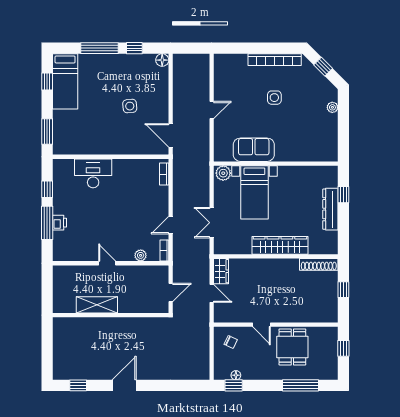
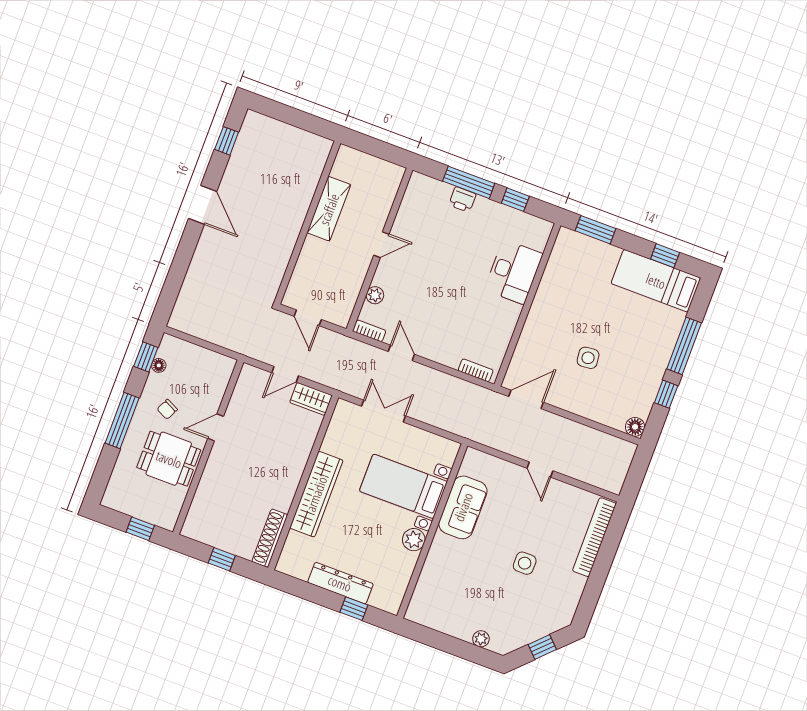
bookcase: (275, 60) -> (594, 537), moved
plant: (223, 173) -> (414, 540), moved
chair: (231, 342) -> (167, 409), moved
window: (301, 385) -> (122, 421), moved

